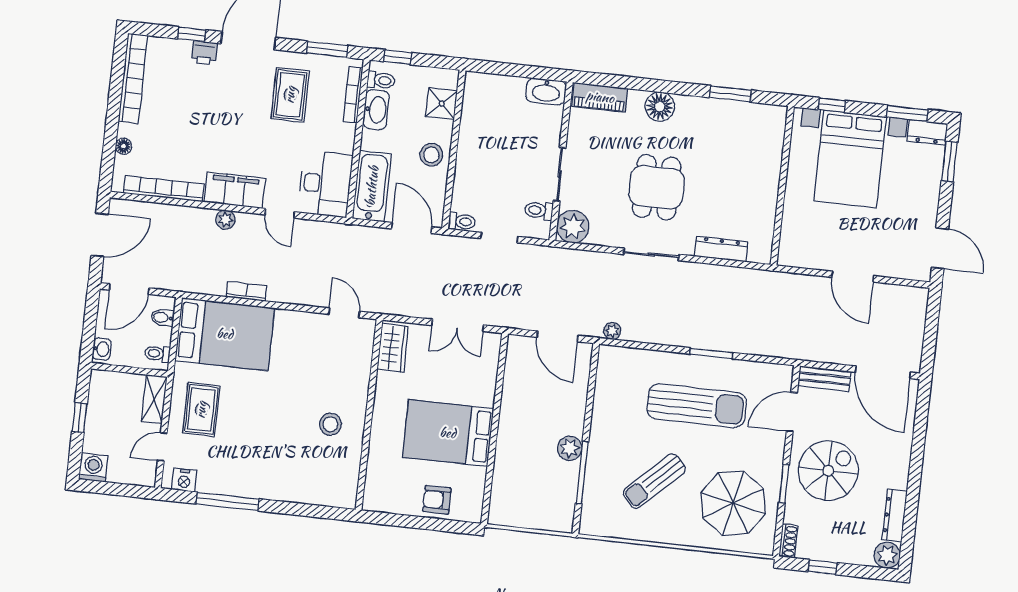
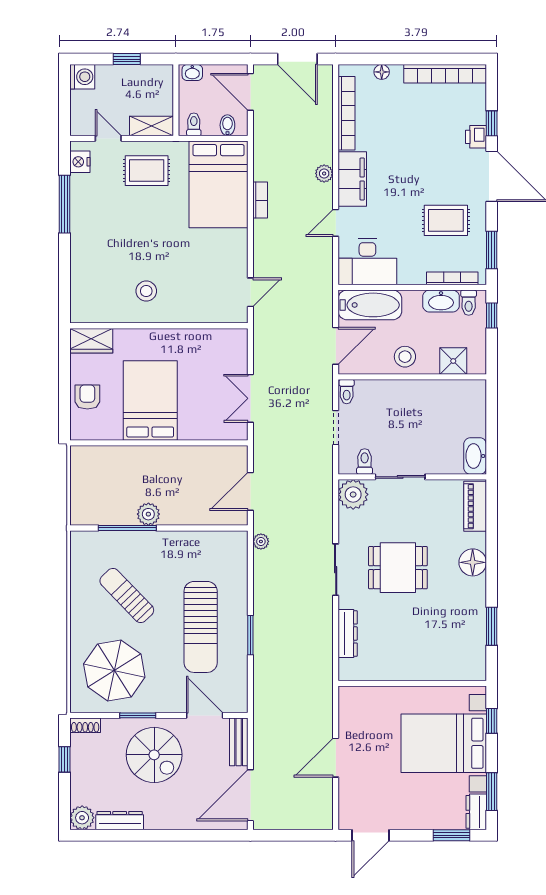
wardrobe: (393, 348) -> (91, 341), moved

